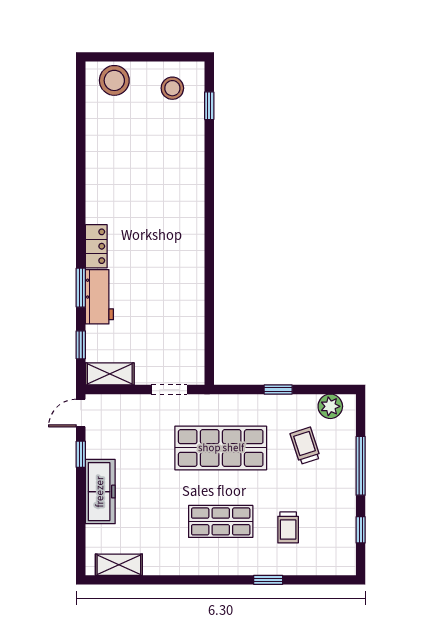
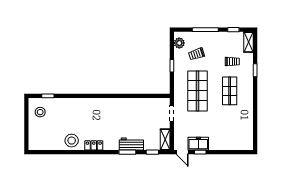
stool: (114, 80) -> (72, 141), moved
locker: (96, 246) -> (94, 145), moved
freezer: (100, 492) -> (198, 144), moved, width x0.71
shelving: (119, 565) -> (249, 42), moved

